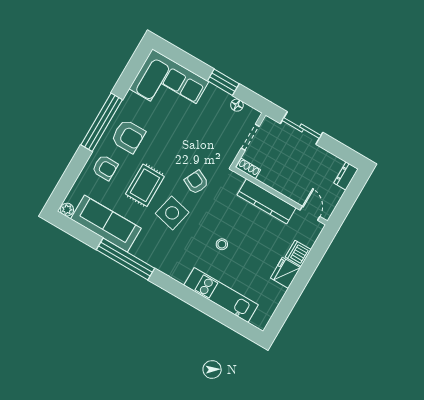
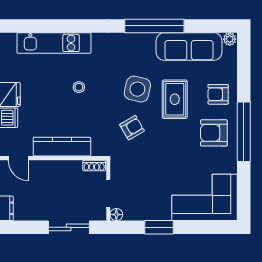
floor lamp: (237, 105) -> (116, 215), moved
armchair: (196, 182) -> (132, 128), turned -56

